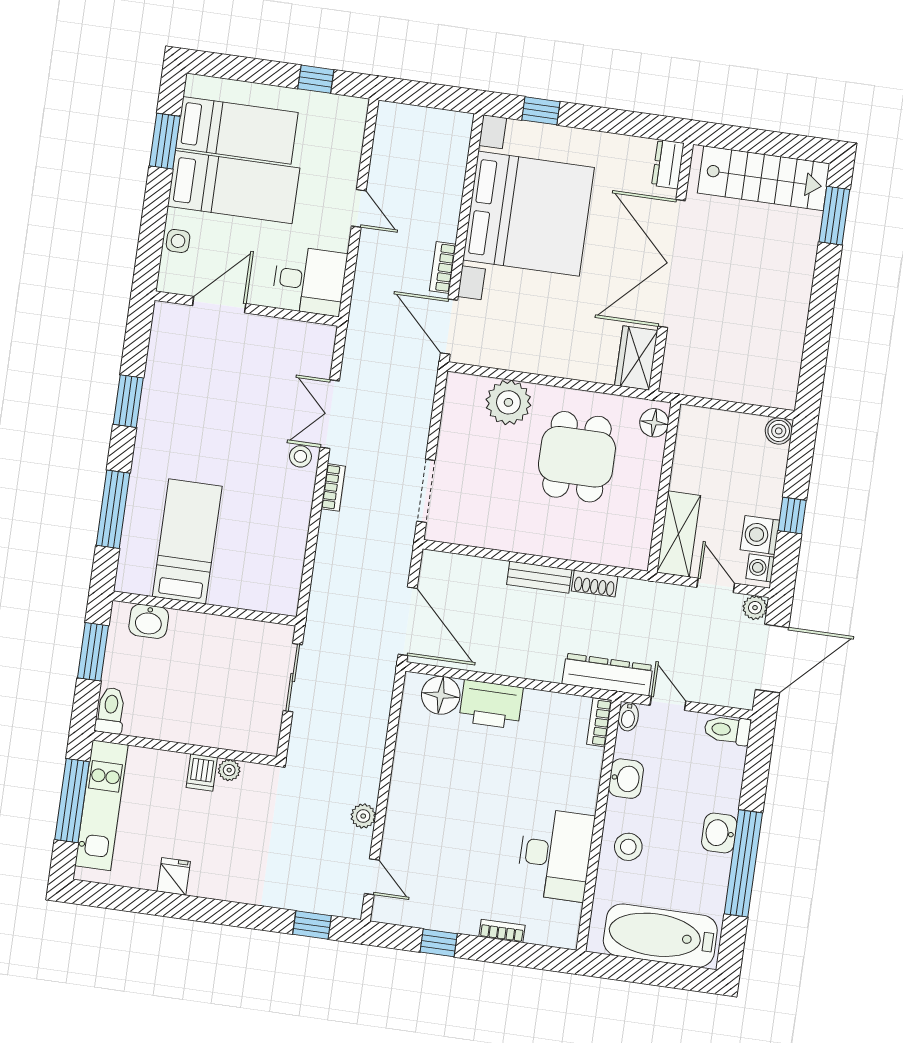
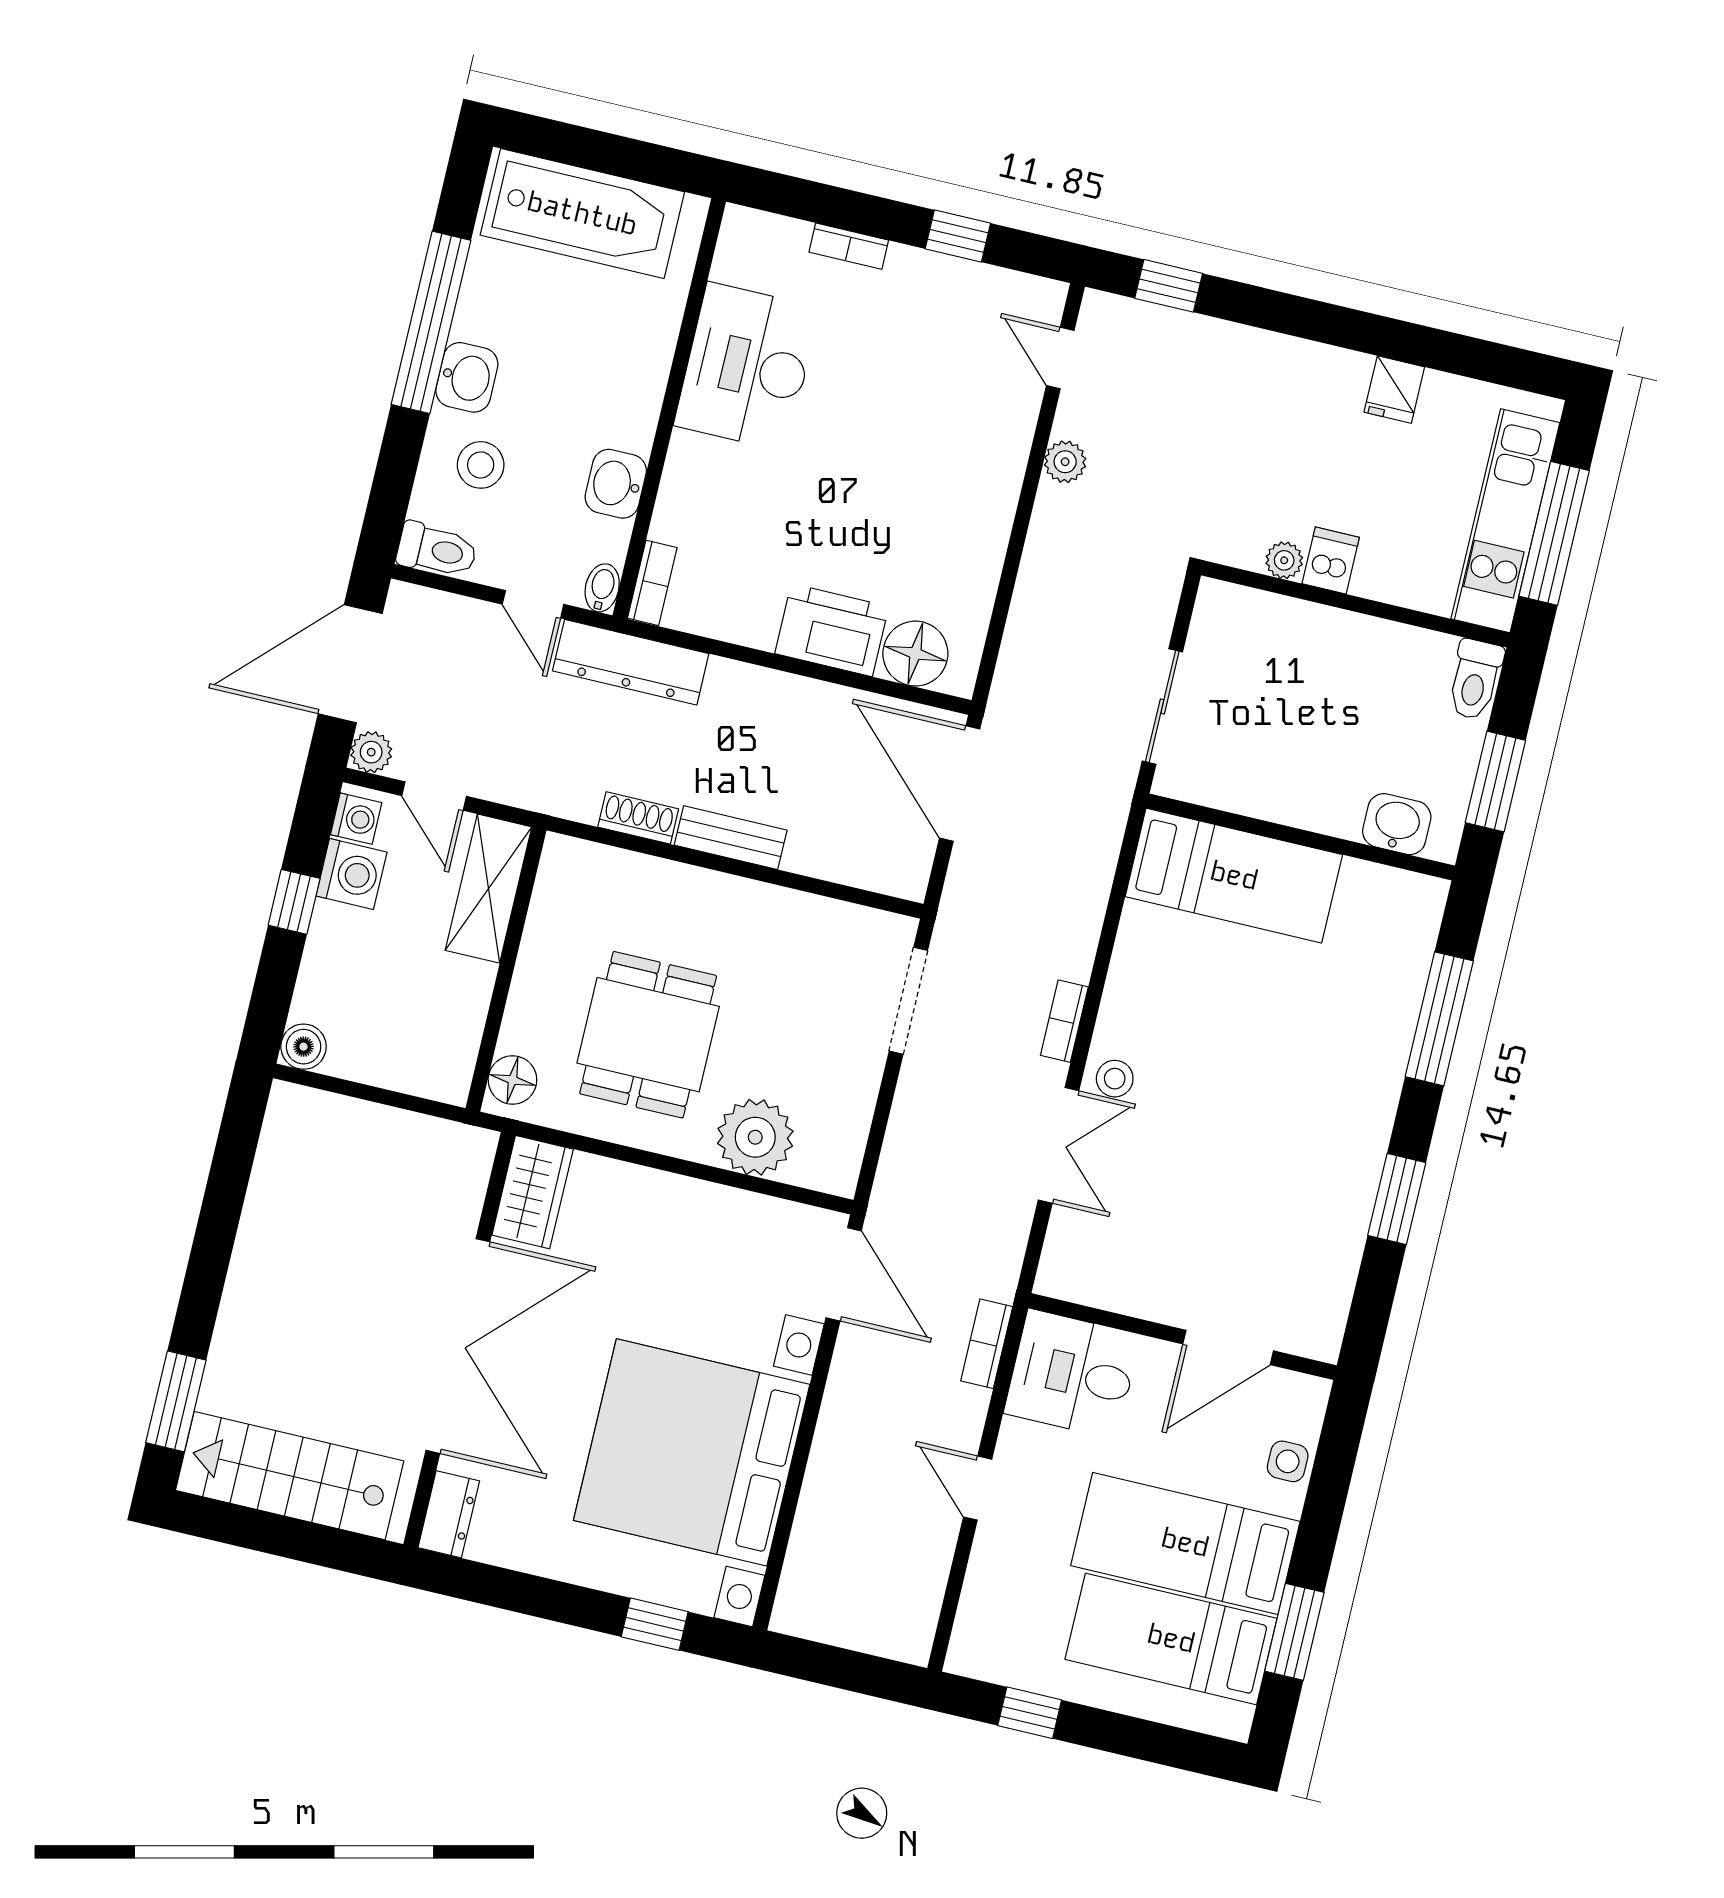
bookcase: (443, 268) -> (987, 1344), moved, turned 180
bed: (187, 541) -> (1234, 876), moved, turned -90
stool: (628, 847) -> (481, 465), moved

